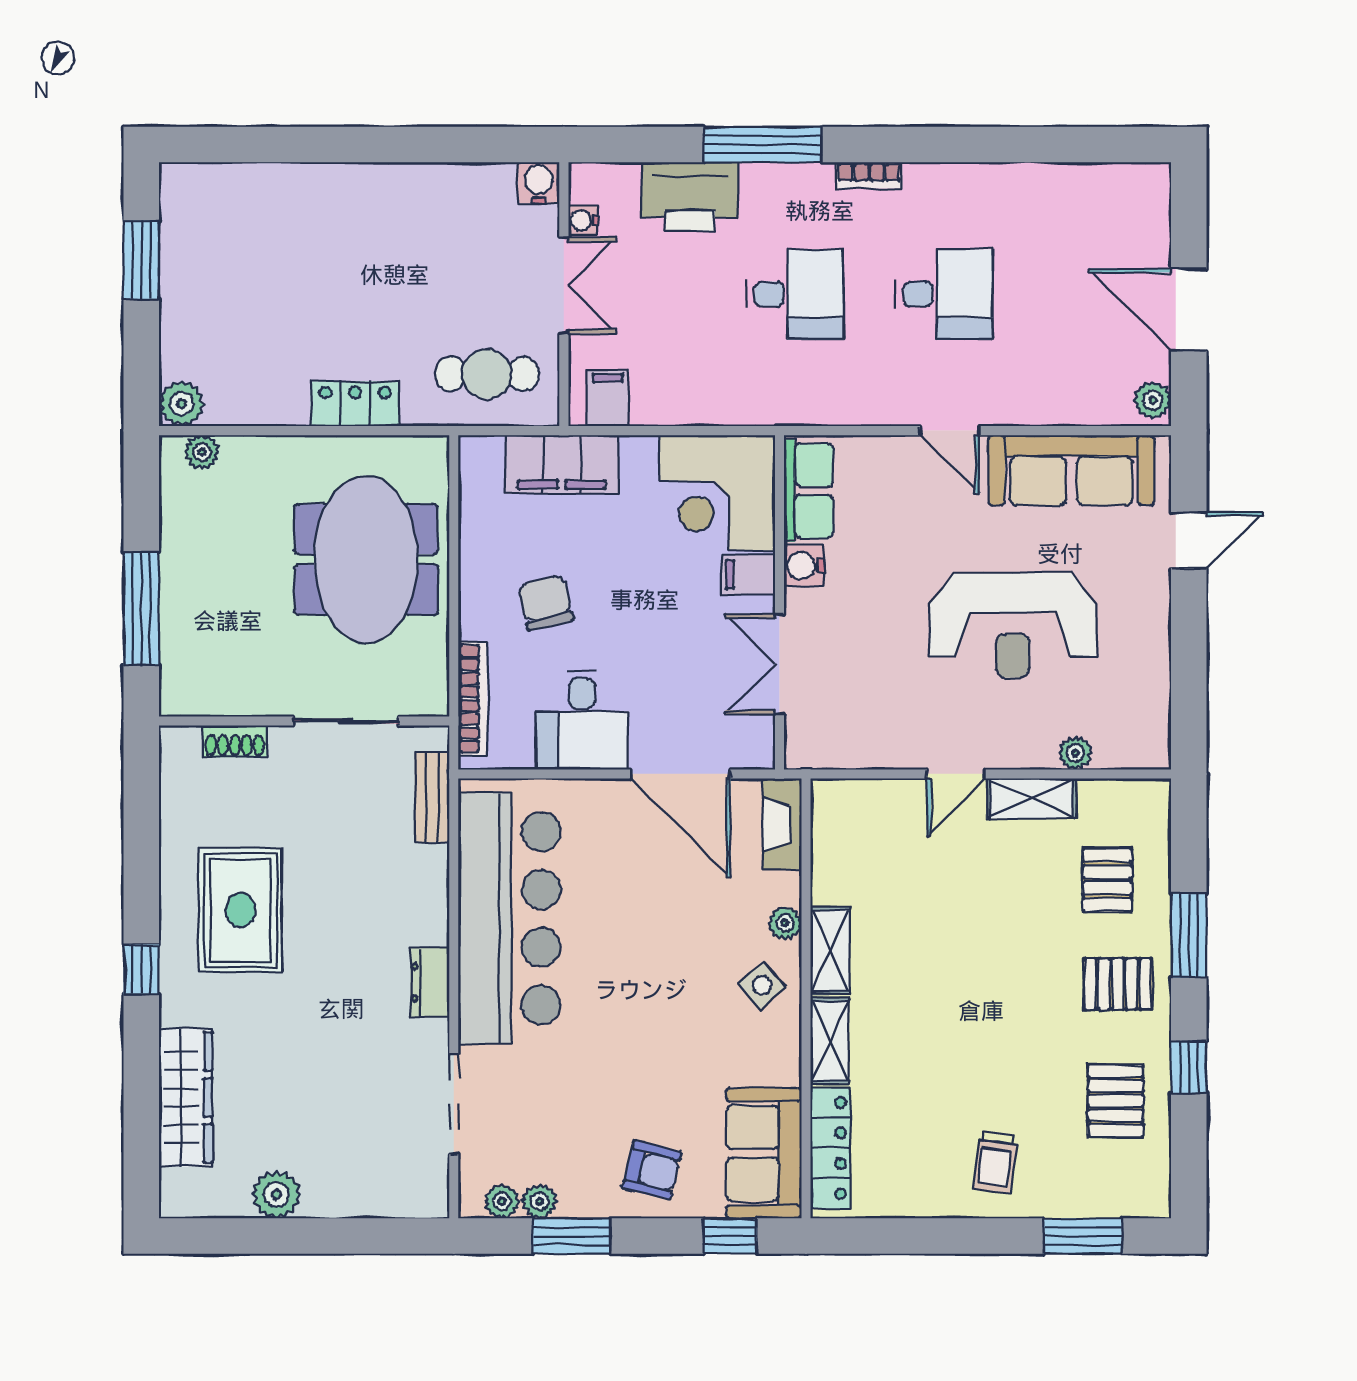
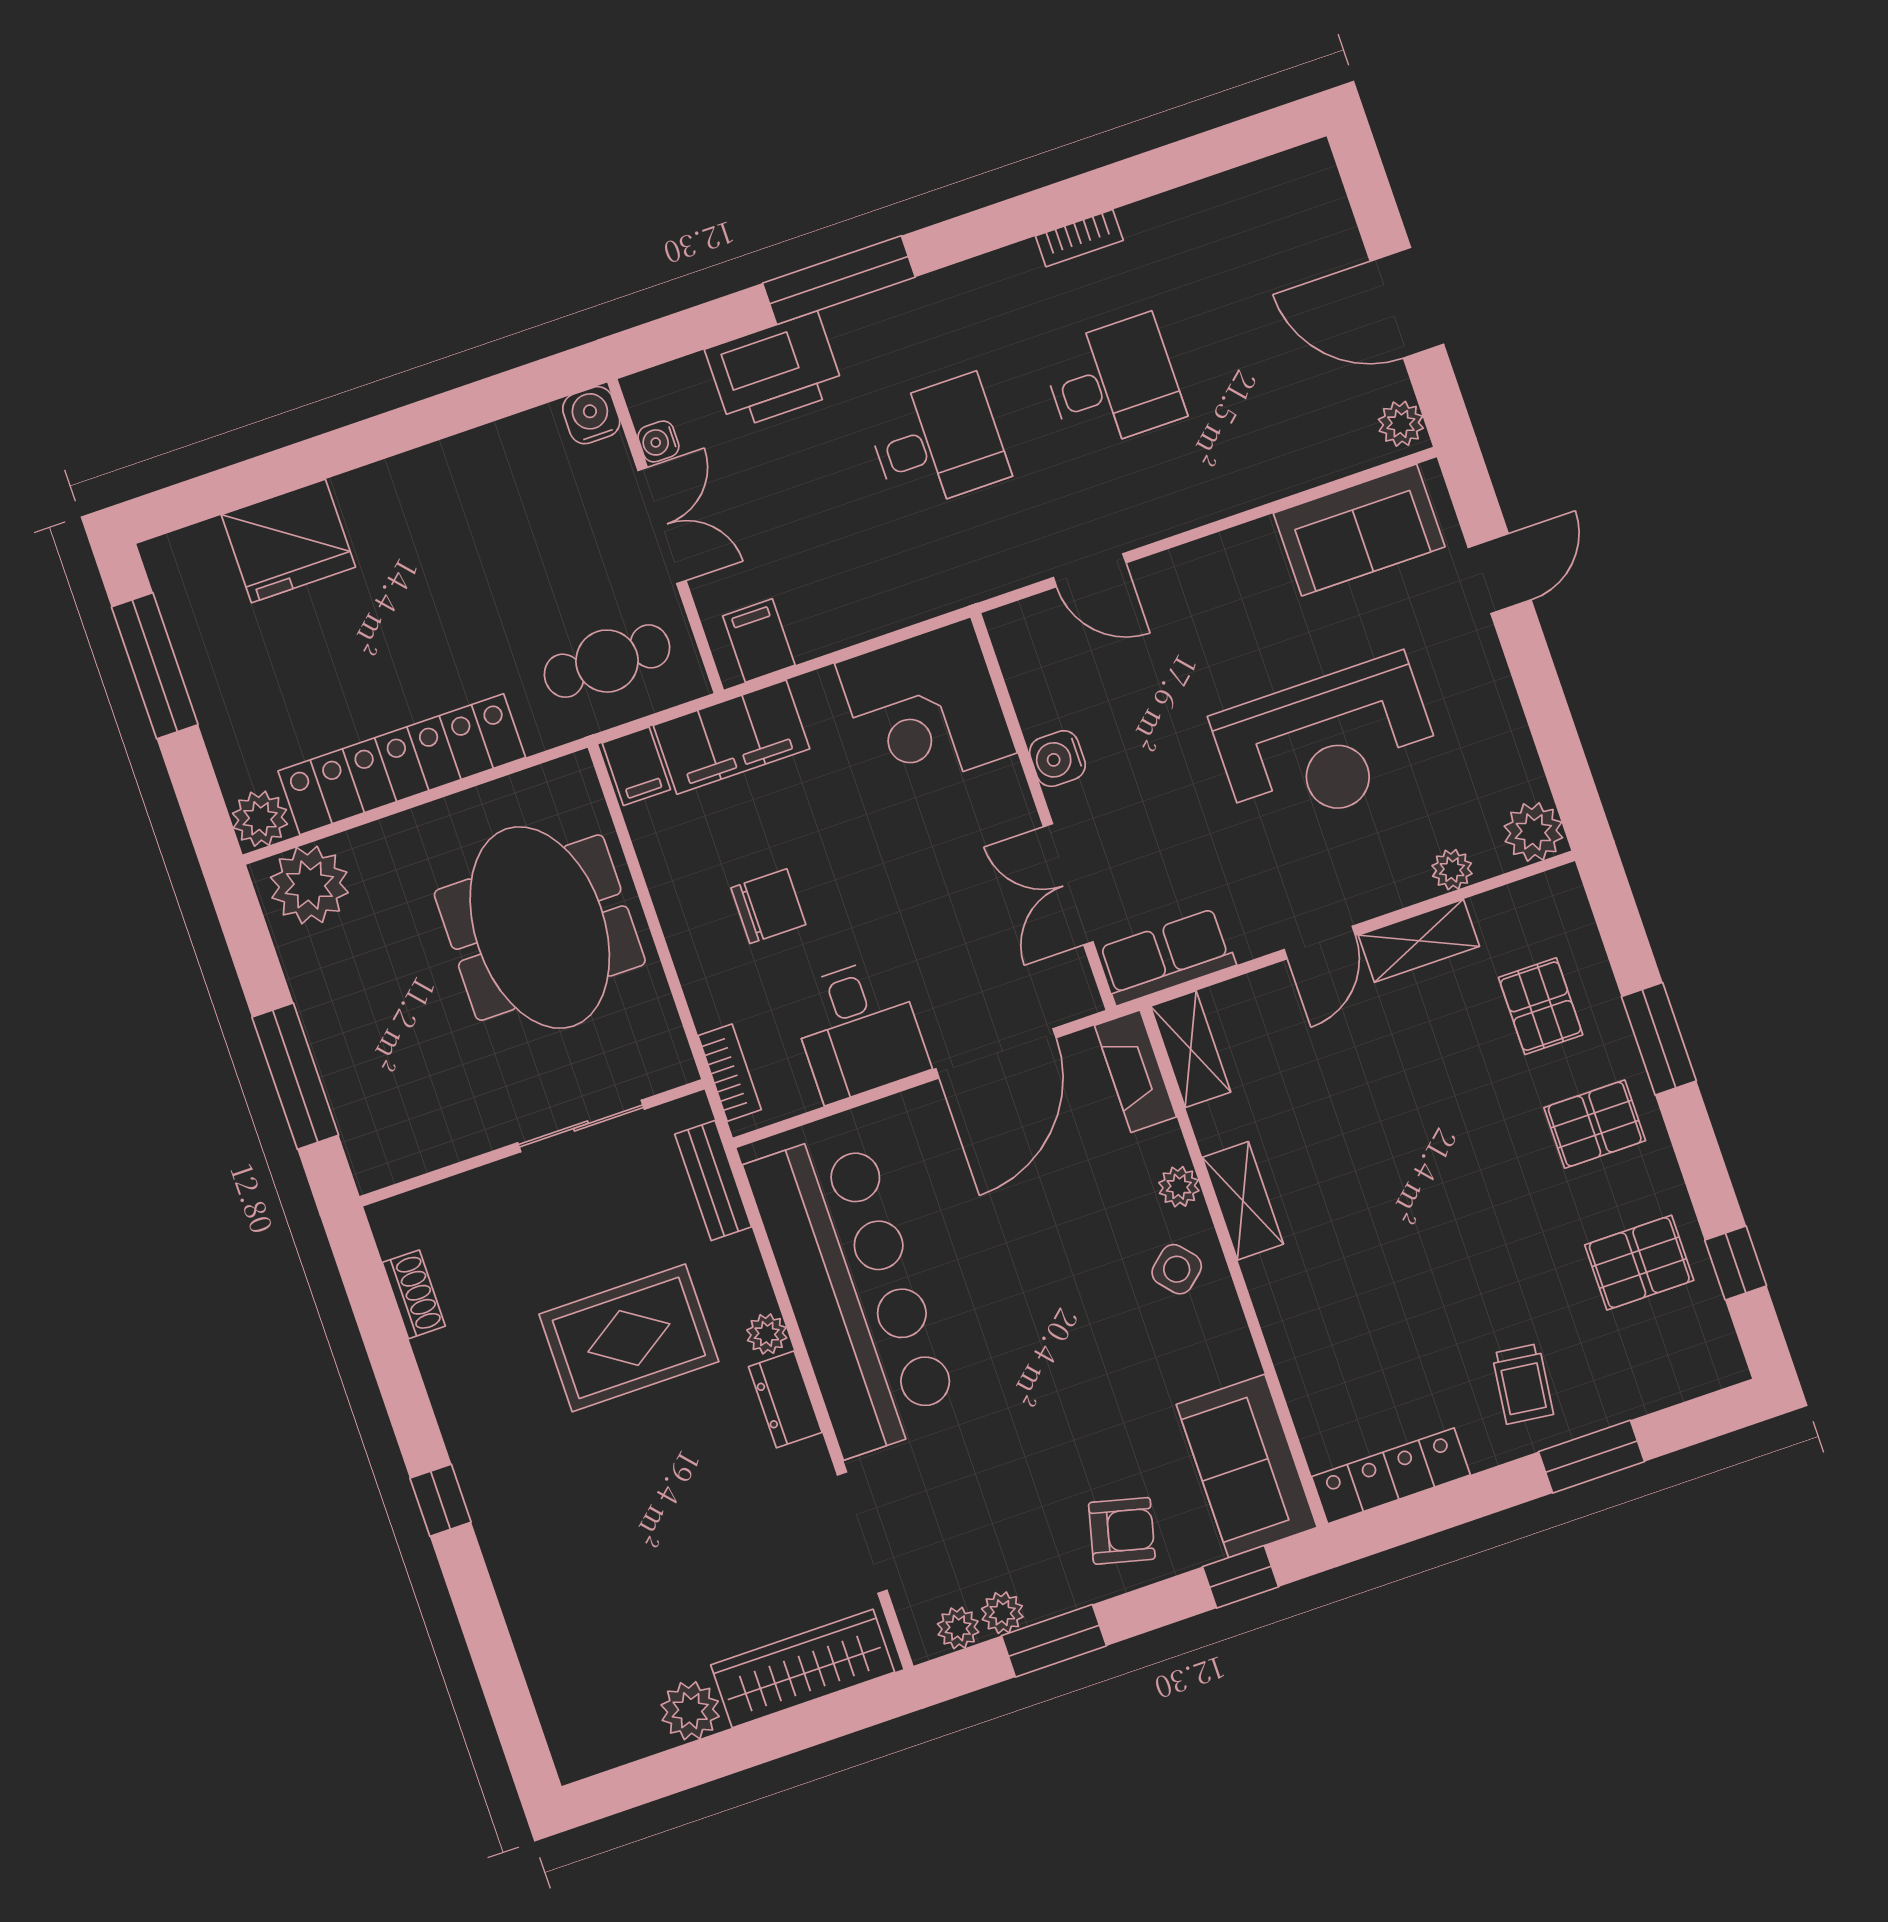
bookcase: (869, 175) -> (1079, 238), moved
fridge: (275, 200) -> (288, 541), added
window: (141, 260) -> (155, 666), width x1.44
locker: (355, 404) -> (402, 764), width x2.16, depth x1.21
door: (950, 431) -> (1090, 570), moved
plant: (202, 452) -> (309, 885), width x1.88, depth x1.88
sofa: (1071, 470) -> (1359, 530), width x0.73
row of seats: (809, 490) -> (1166, 957), moved, turned -90
filing cabinet: (748, 574) -> (636, 766), moved, turned -90
chair: (546, 603) -> (768, 906), turned 104
bookcase: (473, 699) -> (730, 1073), width x0.64
shoe rack: (235, 741) -> (414, 1294), moved, turned -90
plant: (1147, 745) -> (1533, 832), added
door: (681, 774) -> (996, 1053), hinge flipped
rug: (240, 910) -> (629, 1338), moved, turned 90
plant: (433, 928) -> (767, 1334), added
shelving: (830, 1041) -> (1191, 1049), moved
window: (1189, 1068) -> (1736, 1263), moved
wardrobe: (186, 1097) -> (803, 1668), moved, turned -90
pallet: (1116, 1101) -> (1639, 1263), turned 90
locker: (830, 1148) -> (1391, 1476), moved, turned -90
window: (1083, 1236) -> (1592, 1457), moved

